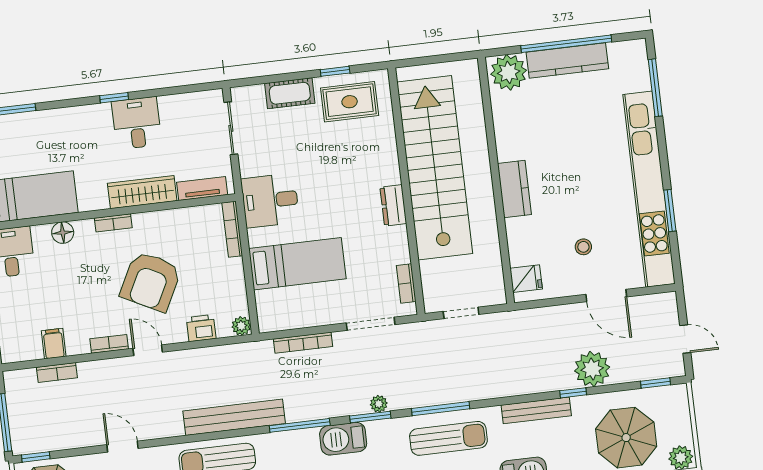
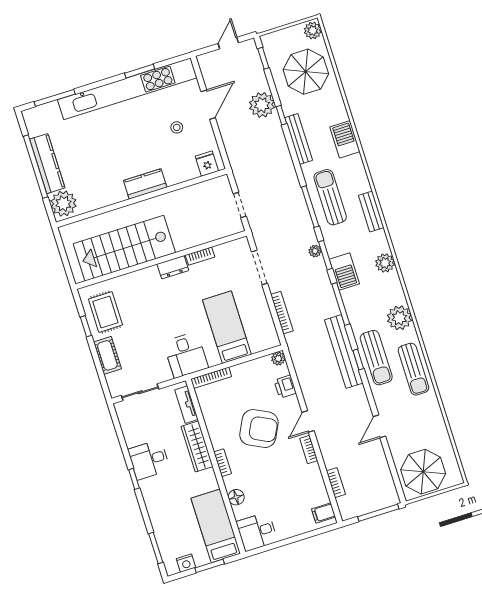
stairs: (435, 168) -> (124, 248), width x0.73
bookcase: (406, 283) -> (200, 256), moved
filing cabinet: (54, 344) -> (323, 513), moved
window: (36, 457) -> (358, 360), moved

